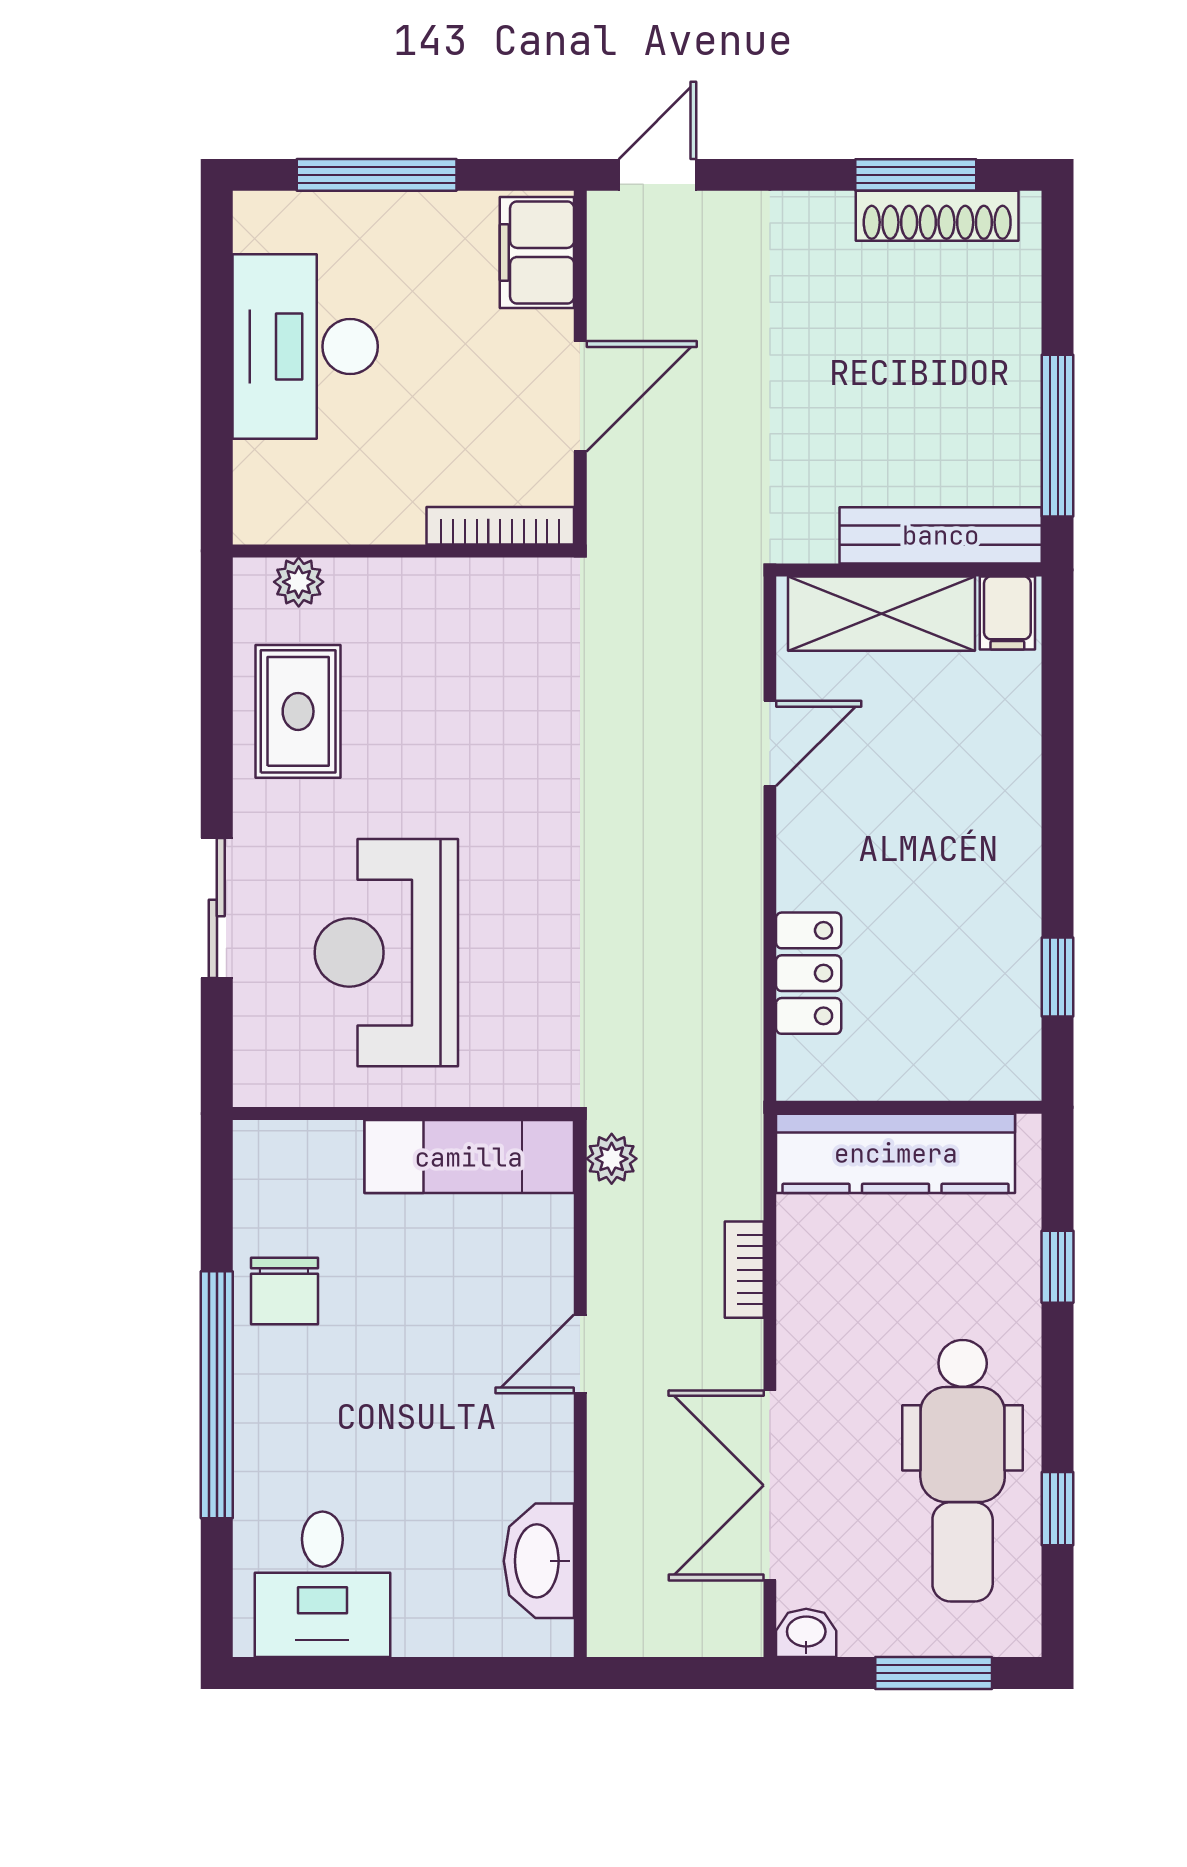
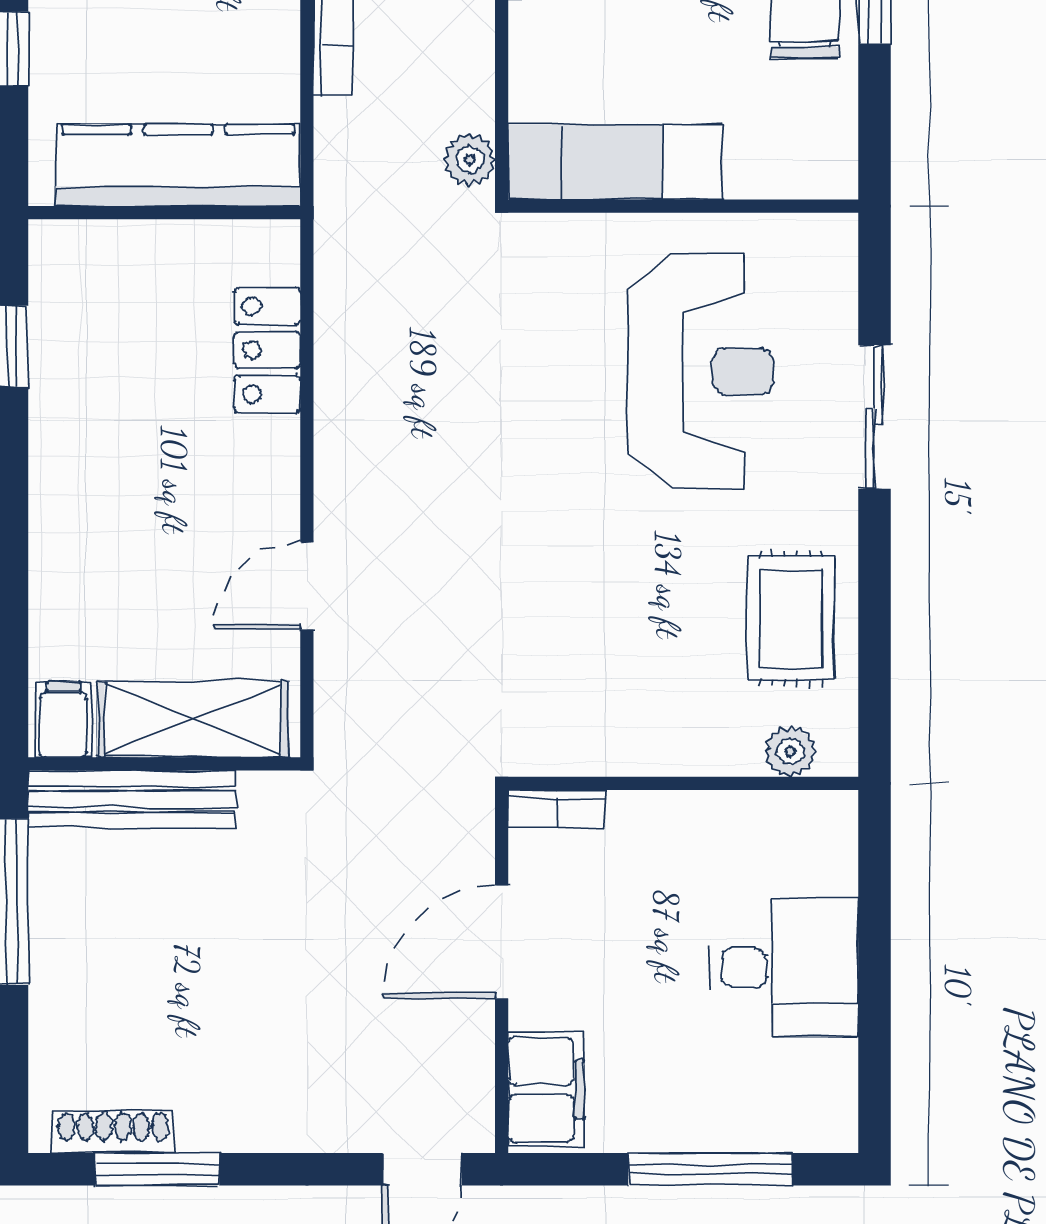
shoe rack: (937, 216) -> (113, 1132), width x0.74, depth x0.81
desk: (305, 346) -> (784, 967), width x0.73
bookcase: (500, 526) -> (556, 809), width x0.64

